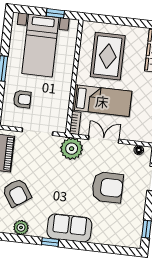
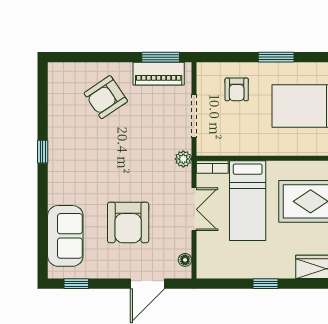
plant: (72, 149) -> (183, 159), width x0.53, depth x0.53
plant: (21, 227) -> (58, 109), removed
sofa: (69, 228) -> (65, 236), moved

